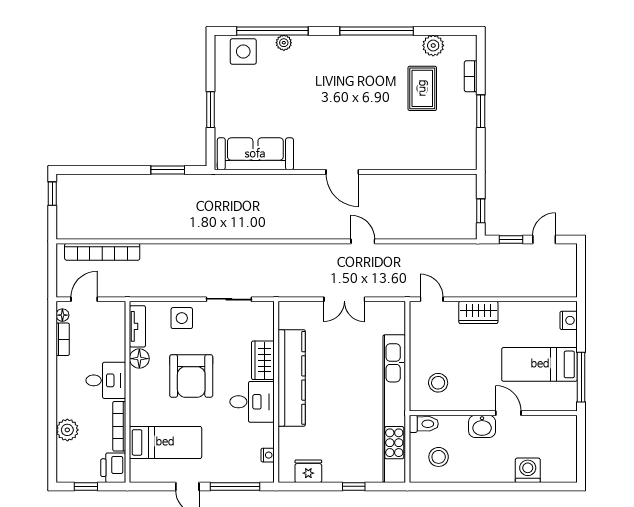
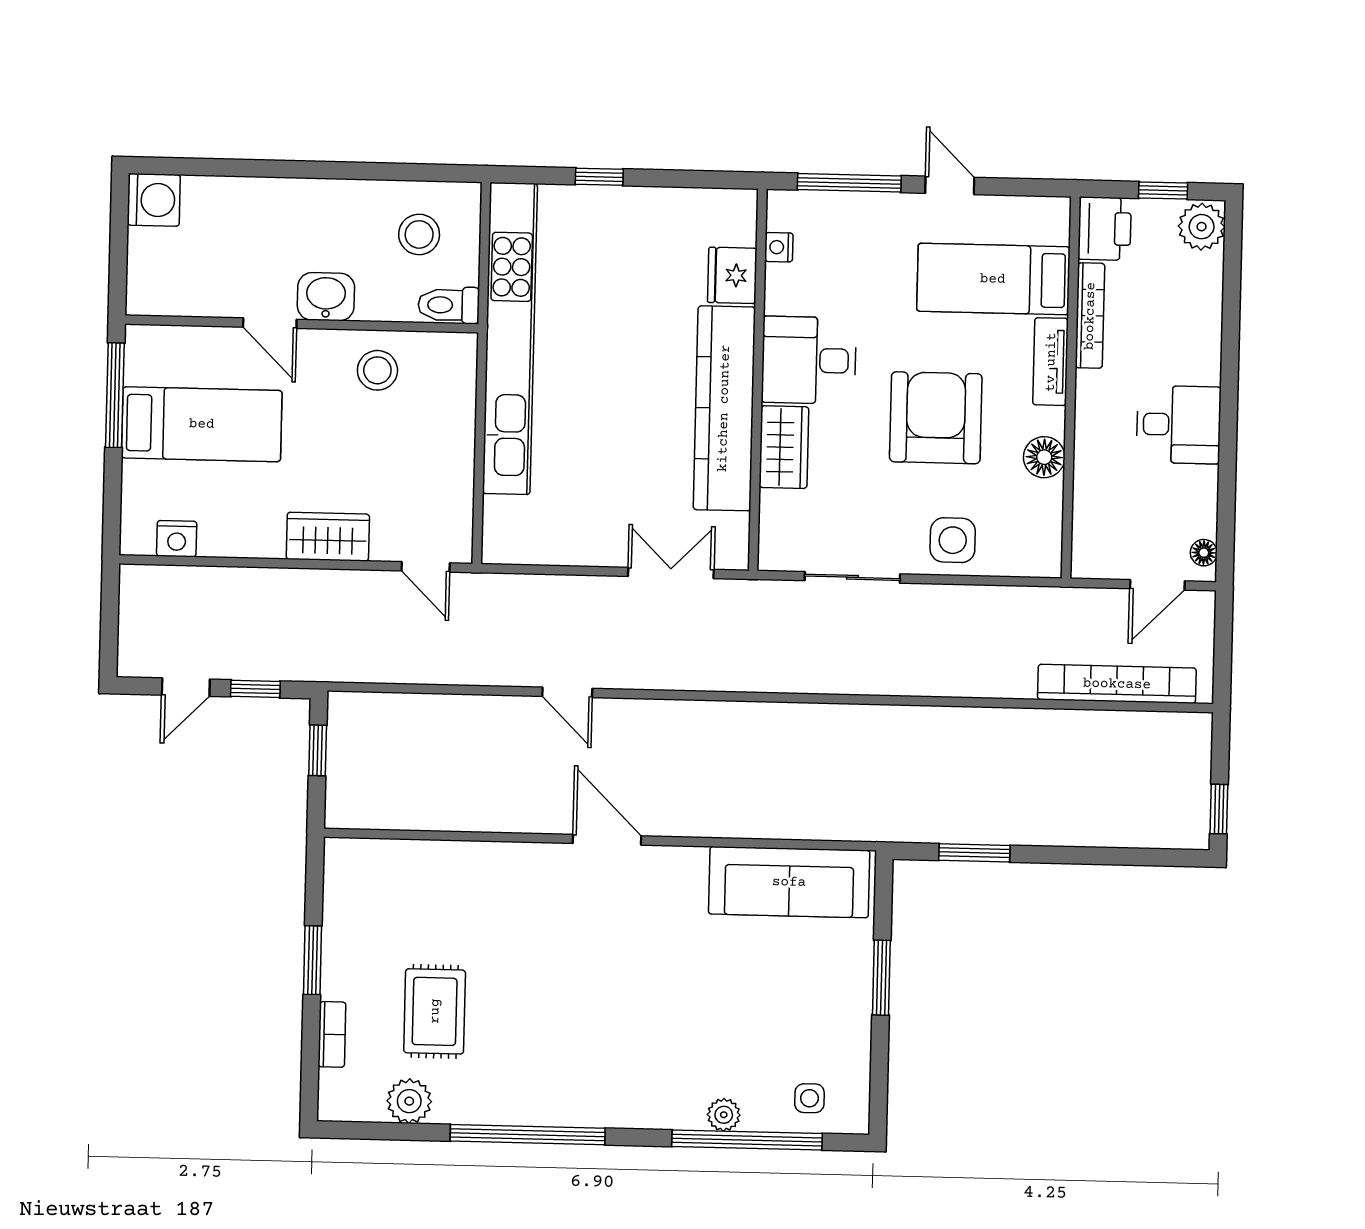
side table: (243, 52) -> (809, 1098), width x0.54, depth x0.54
double door: (344, 299) -> (671, 573), moved
nightstand: (569, 320) -> (177, 539), moved, turned -90
tv unit: (137, 326) -> (1051, 362), moved
bookcase: (63, 339) -> (1205, 502), removed
desk: (106, 380) -> (1179, 425), moved, turned 180
stool: (438, 383) -> (377, 370), moved
plant: (67, 430) -> (1202, 227), moved
washing machine: (528, 470) -> (154, 200), moved, turned -90
fridge: (308, 471) -> (732, 275), moved, turned 90

